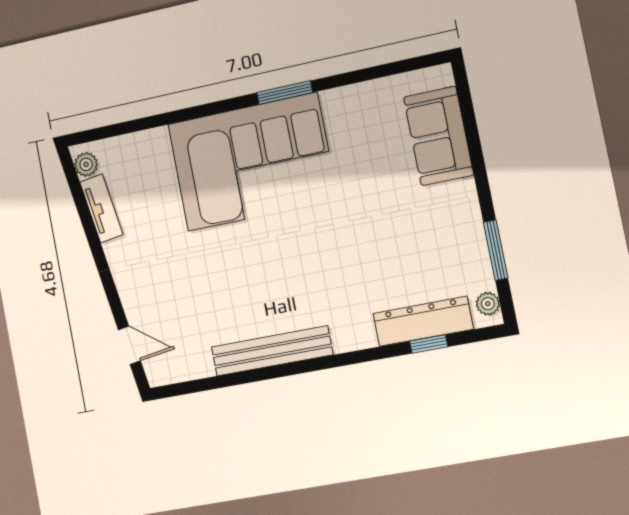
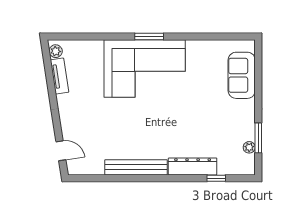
window: (285, 93) -> (149, 36), moved
plant: (488, 304) -> (249, 147), moved
dresser: (423, 321) -> (193, 166), moved

